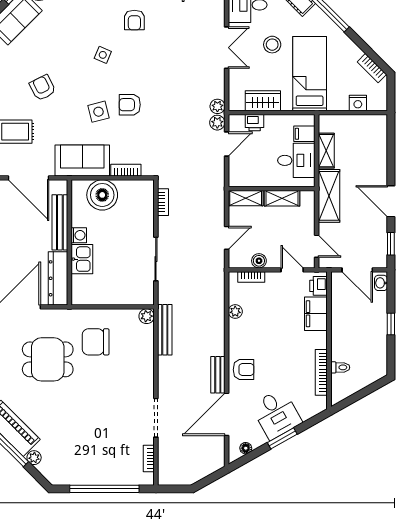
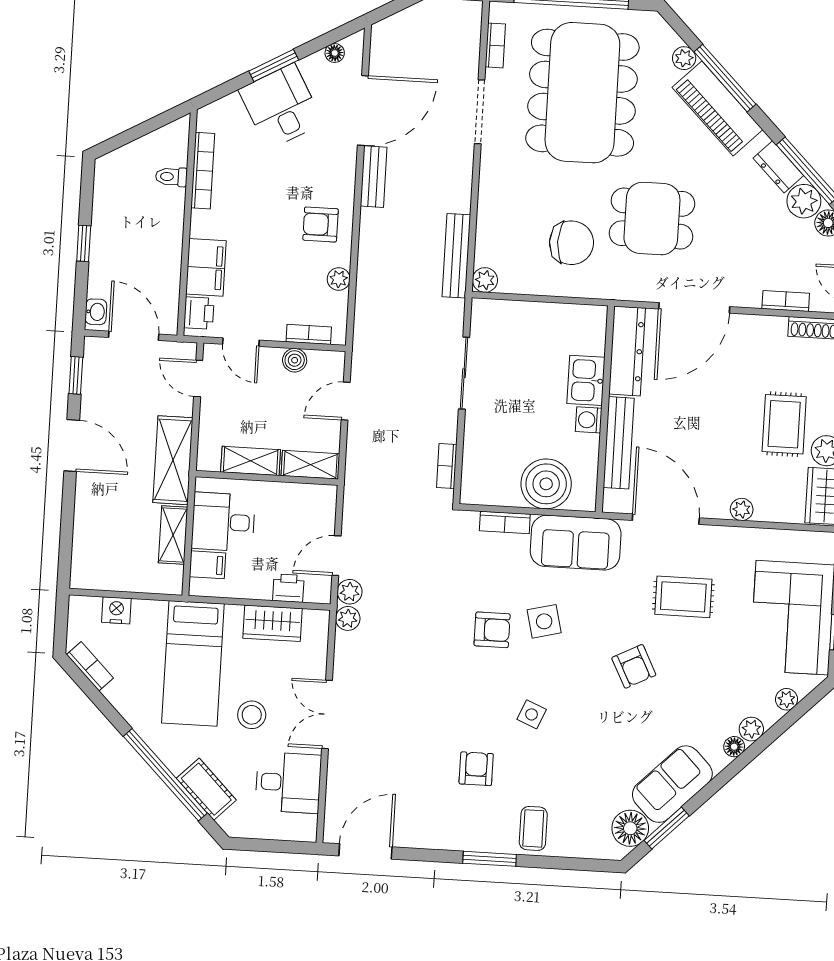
armchair: (244, 370) -> (321, 224), moved
dining table: (94, 433) -> (582, 93), added

